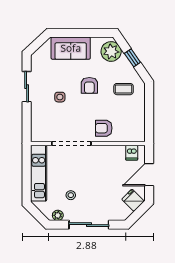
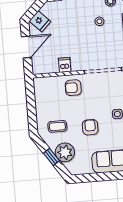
plant: (111, 51) -> (65, 152), moved
armchair: (104, 128) -> (73, 88), turned 180
dishwasher: (132, 153) -> (65, 65), moved

